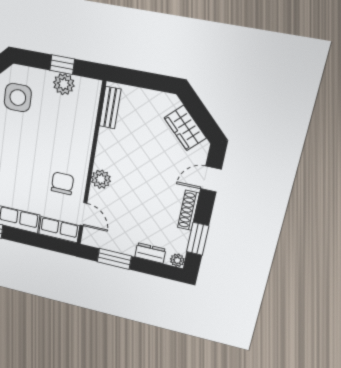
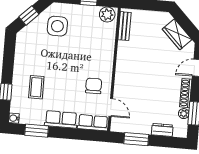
plant: (64, 84) -> (107, 14), moved
plant: (101, 179) -> (122, 79), removed
plant: (177, 260) -> (184, 114), moved

